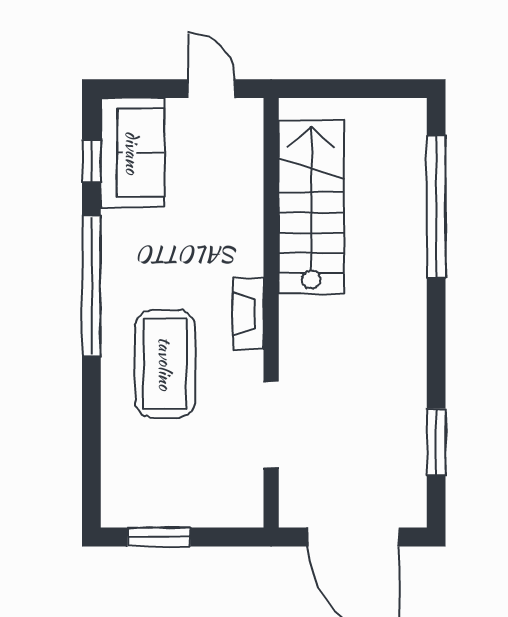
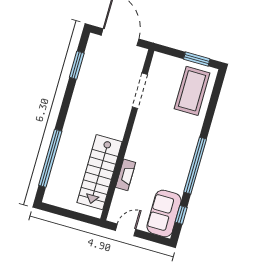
door: (211, 89) -> (126, 230), swing flipped
fireplace: (248, 314) -> (126, 175), moved
coffee table: (165, 364) -> (192, 91), moved

